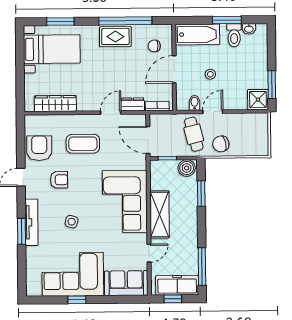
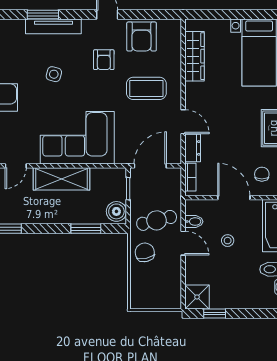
window: (272, 85) -> (215, 314), width x0.67
coffee table: (83, 144) -> (146, 88), turned 90
armchair: (39, 148) -> (142, 37), turned 90
door: (149, 253) -> (16, 166), hinge flipped

